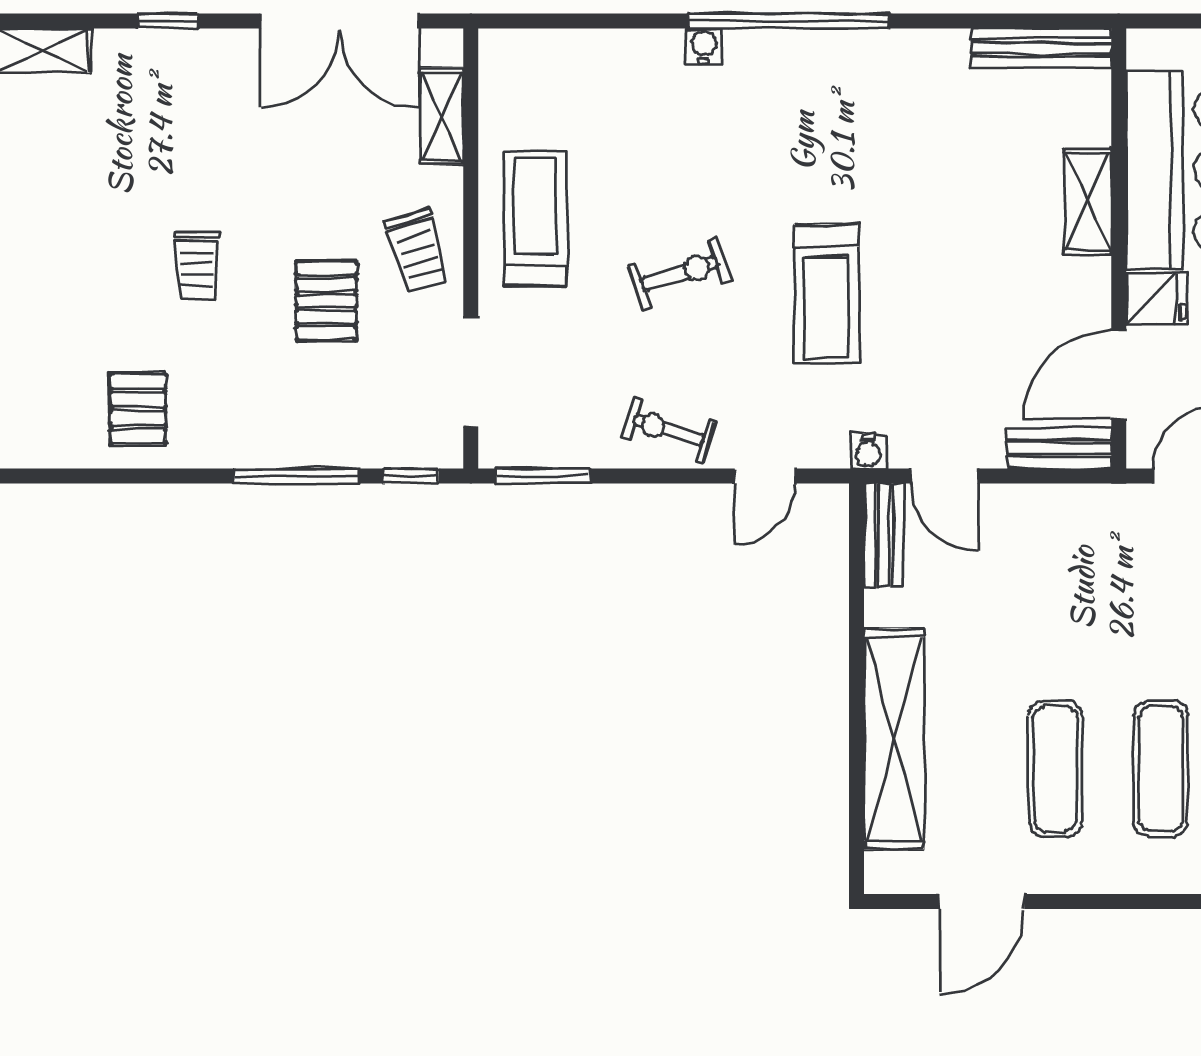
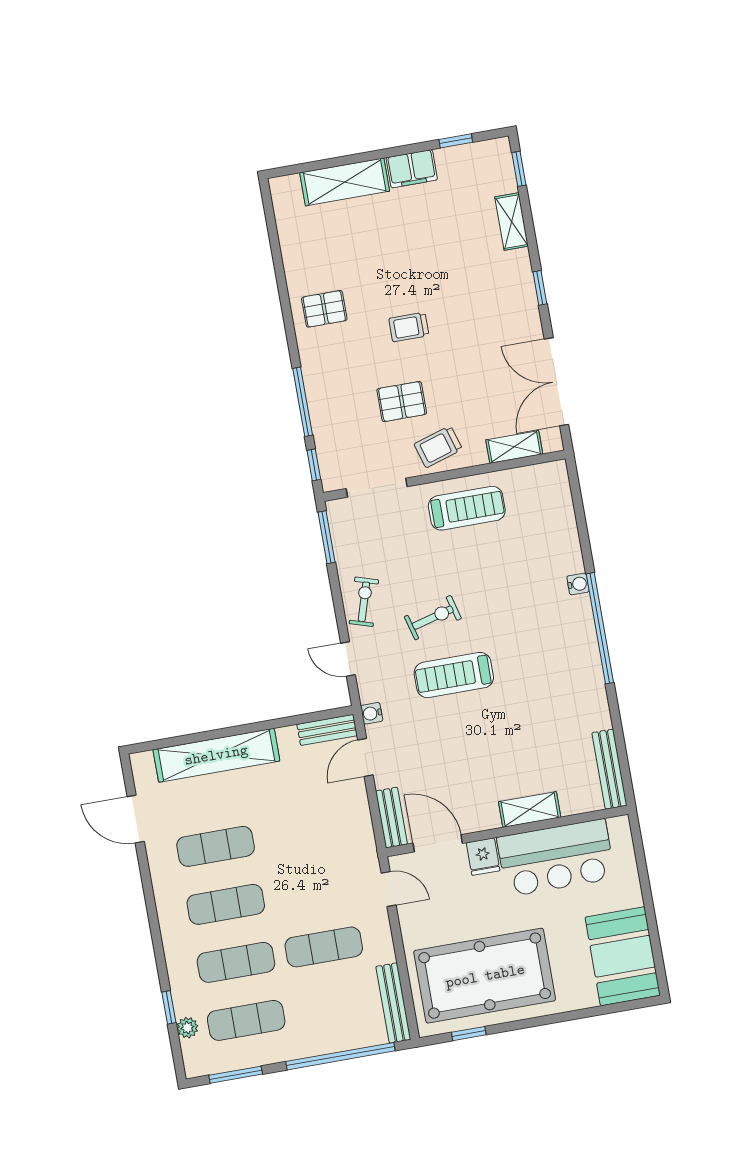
exercise bike: (680, 273) -> (433, 618), moved, turned -87

